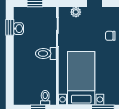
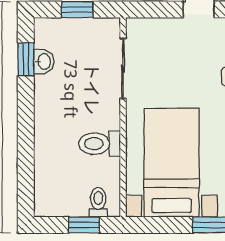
plant: (76, 12) -> (161, 28), removed
toilet: (46, 53) -> (100, 144), moved

